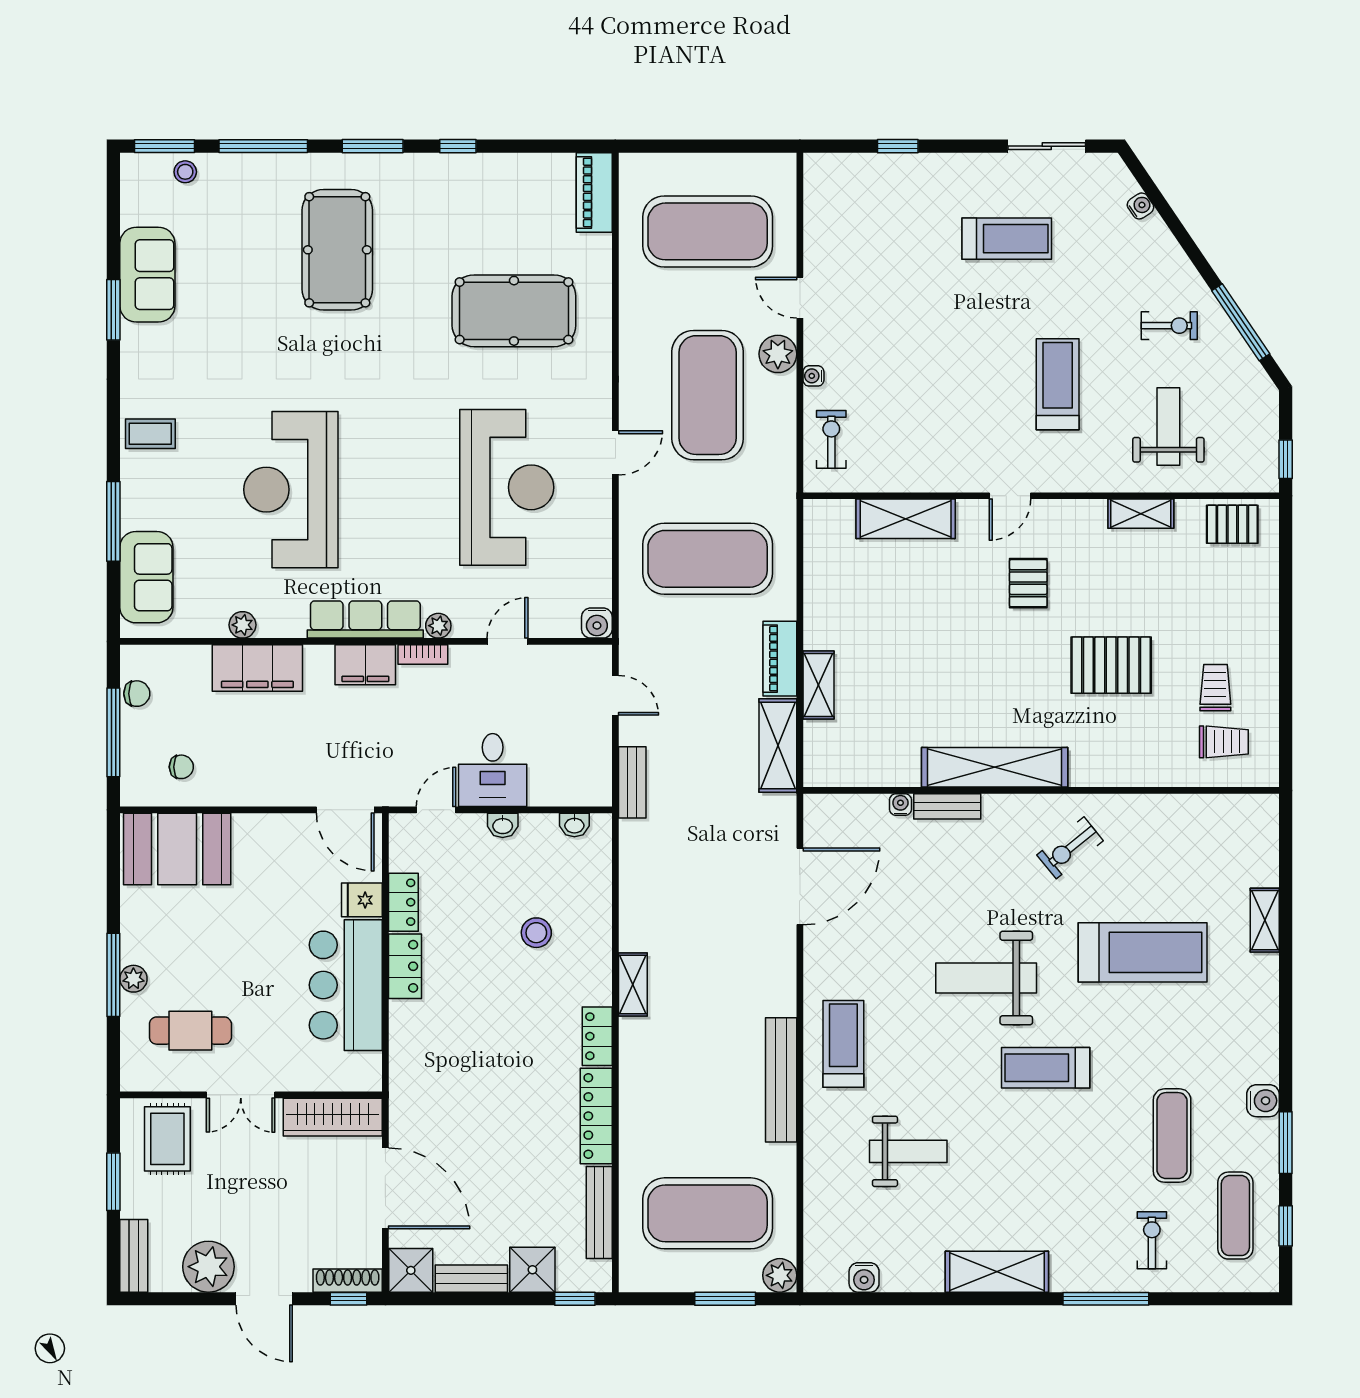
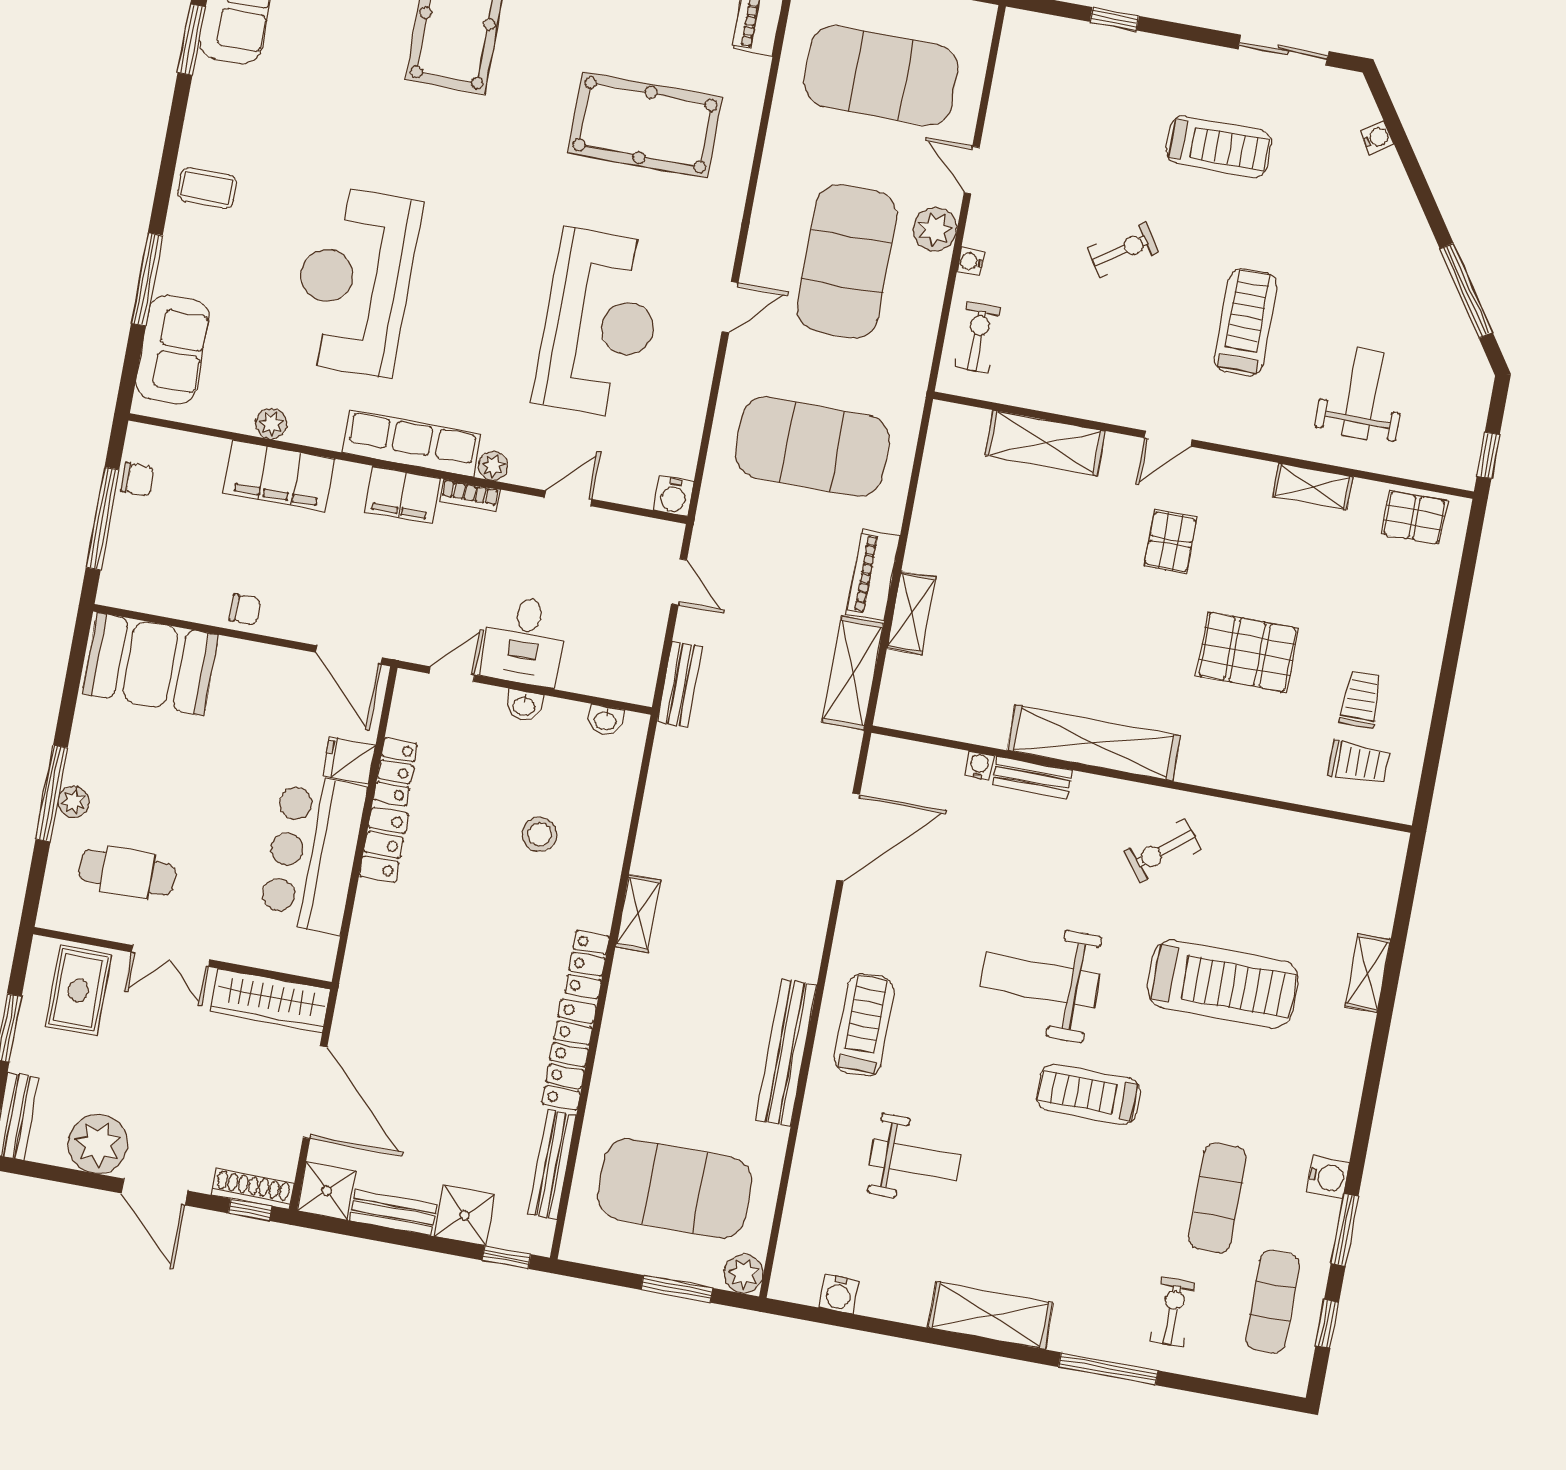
exercise bike: (1169, 326) -> (1123, 250), moved, turned -34
chair: (181, 767) -> (245, 609), moved

